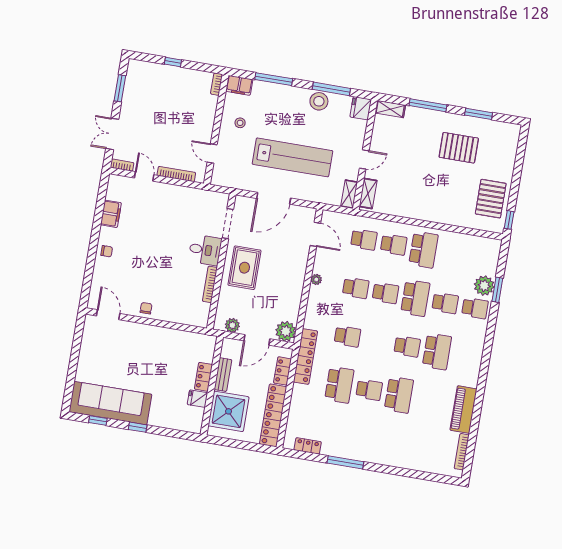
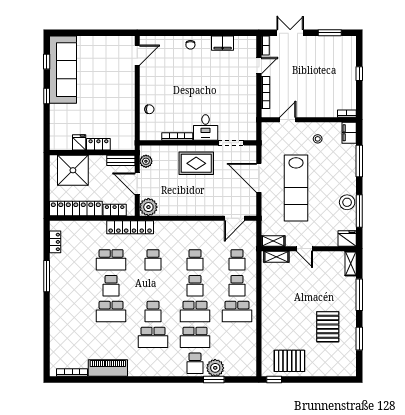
plant: (316, 279) -> (197, 225), removed
school desk: (445, 303) -> (195, 337), width x1.85
chair: (146, 308) -> (149, 109), moved
bench: (223, 375) -> (121, 160), moved

